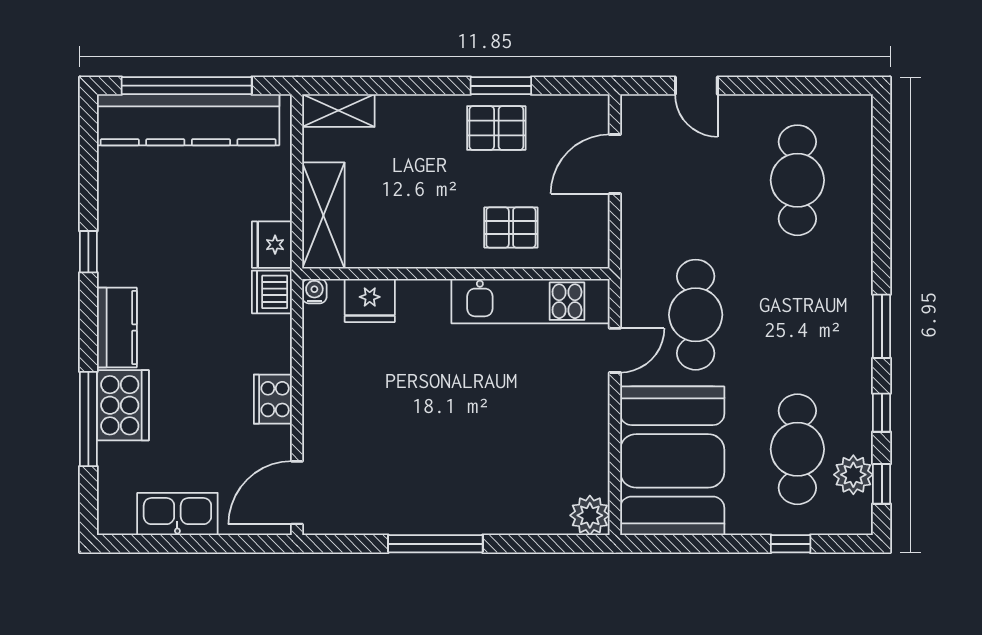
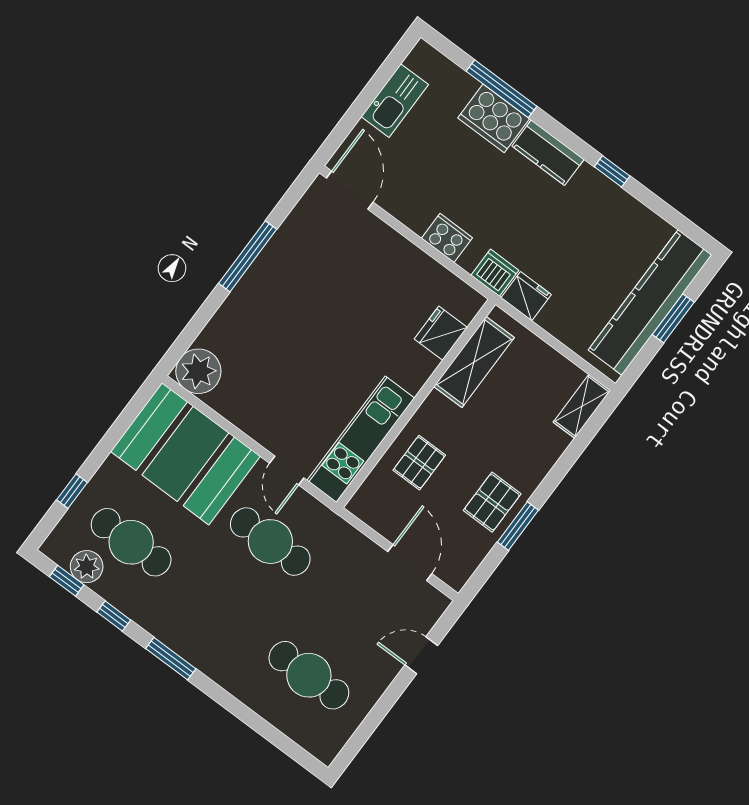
window: (187, 86) -> (673, 318), width x0.47
shelving: (323, 215) -> (474, 362), moved, turned 90
water cooler: (314, 291) -> (474, 301), removed
cooker: (273, 399) -> (447, 238), moved
plant: (590, 515) -> (198, 371), width x1.36, depth x1.36

